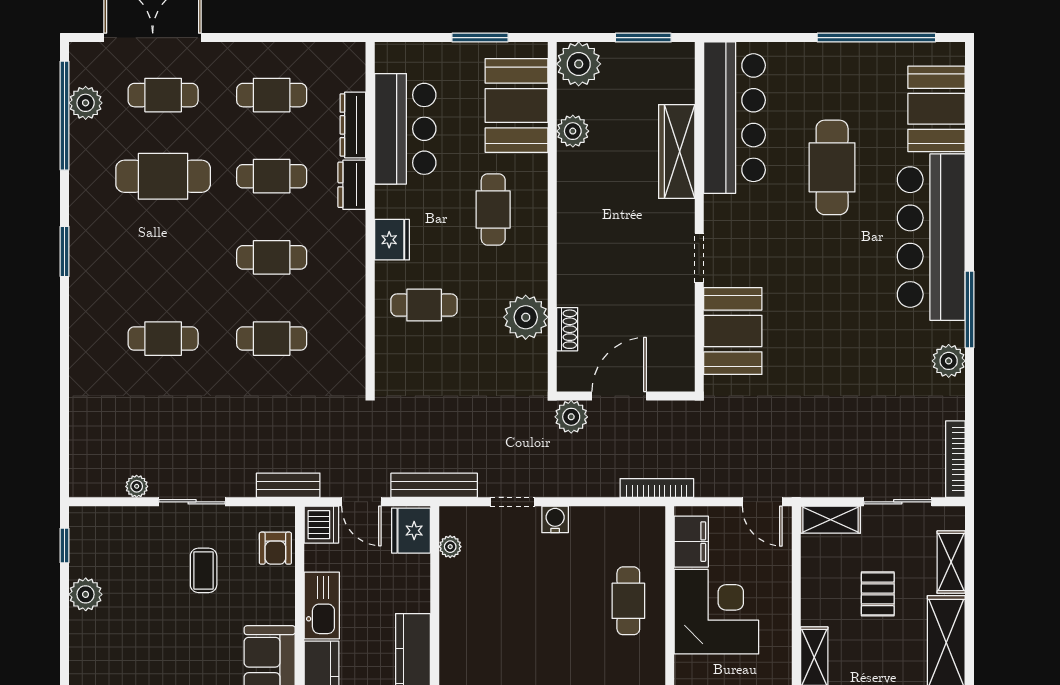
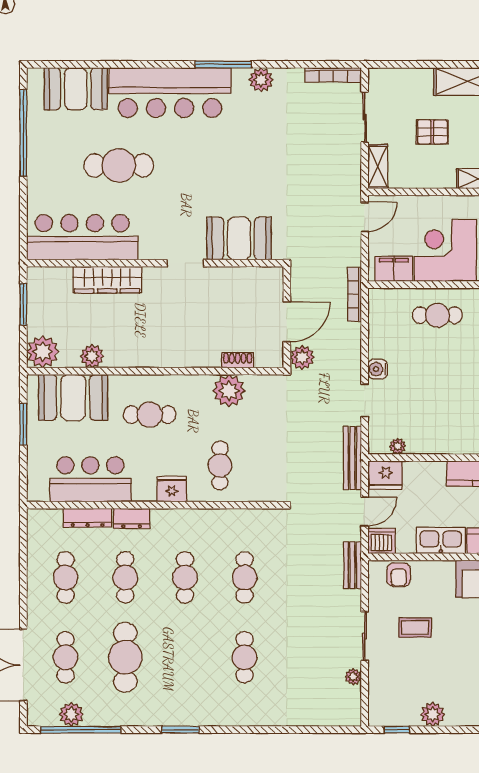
door: (619, 396) -> (287, 322), swing flipped
armchair: (275, 548) -> (399, 575), turned 90
shelving: (951, 562) -> (409, 78), removed

